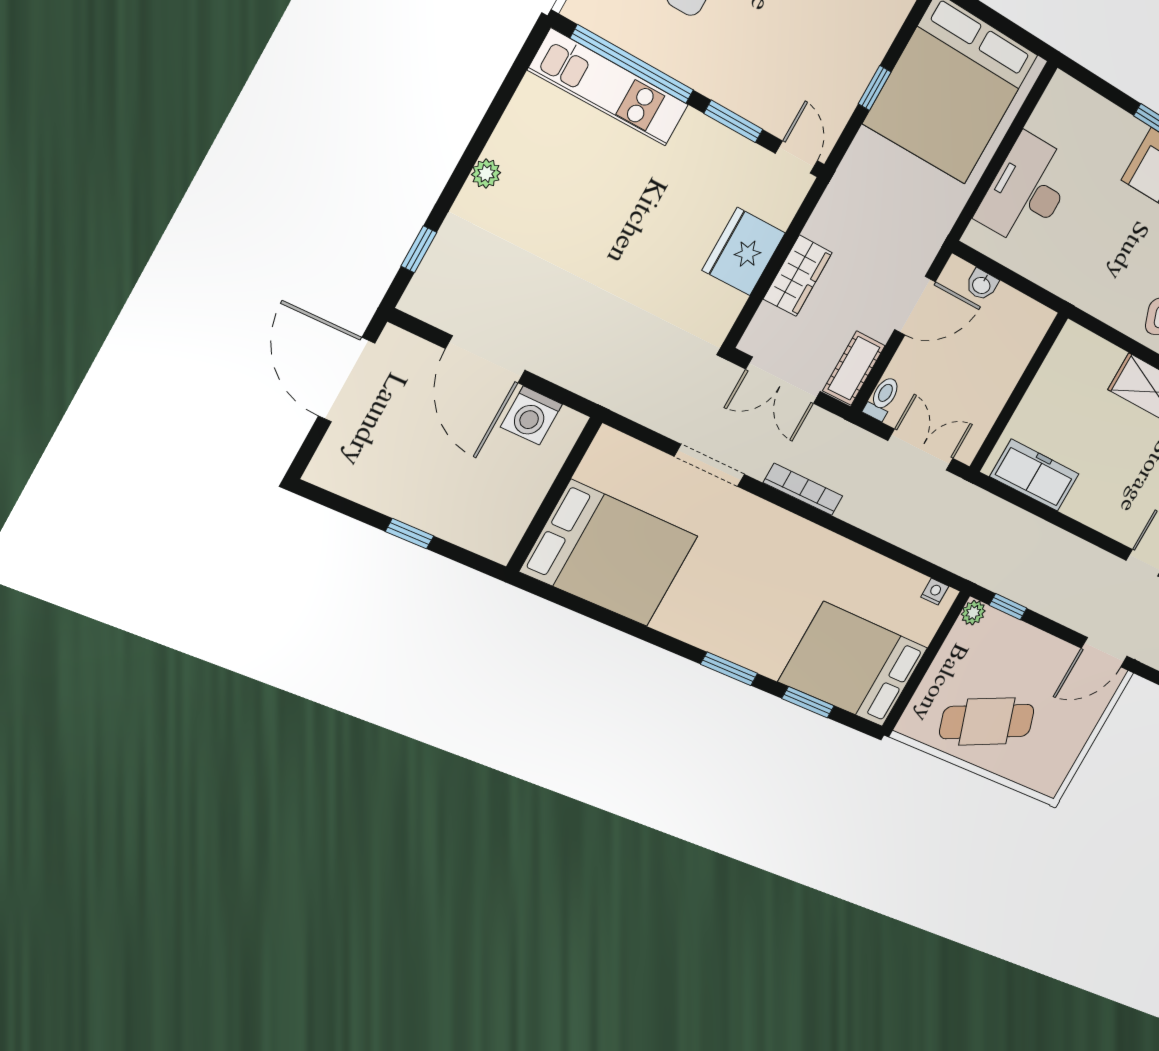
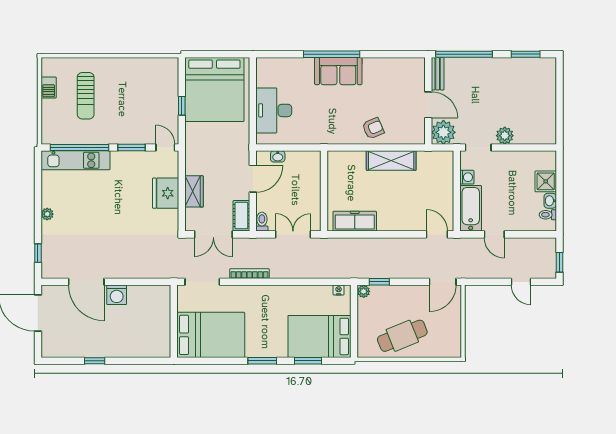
wall: (554, 495) -> (174, 321), moved
bed: (609, 554) -> (211, 335), moved

